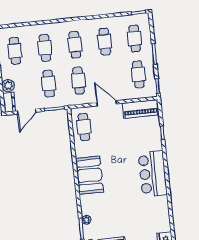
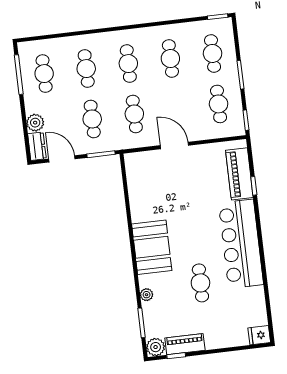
piano: (141, 109) -> (239, 174), moved, turned 90
door: (27, 112) -> (62, 159), swing flipped
cafe table: (84, 127) -> (200, 283), moved
bar counter: (153, 174) -> (241, 244), width x1.36
plant: (86, 220) -> (147, 295), moved

